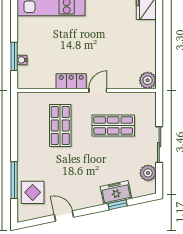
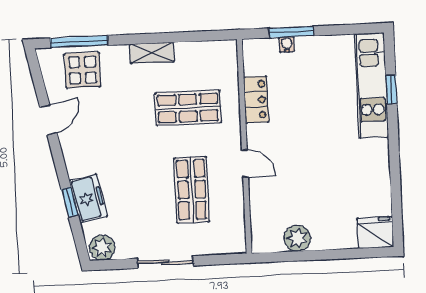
plant: (148, 80) -> (297, 238), moved
locker: (71, 81) -> (256, 100), moved
shelving: (24, 147) -> (152, 53), added
plant: (148, 173) -> (102, 248), moved
window: (14, 180) -> (79, 42), moved

